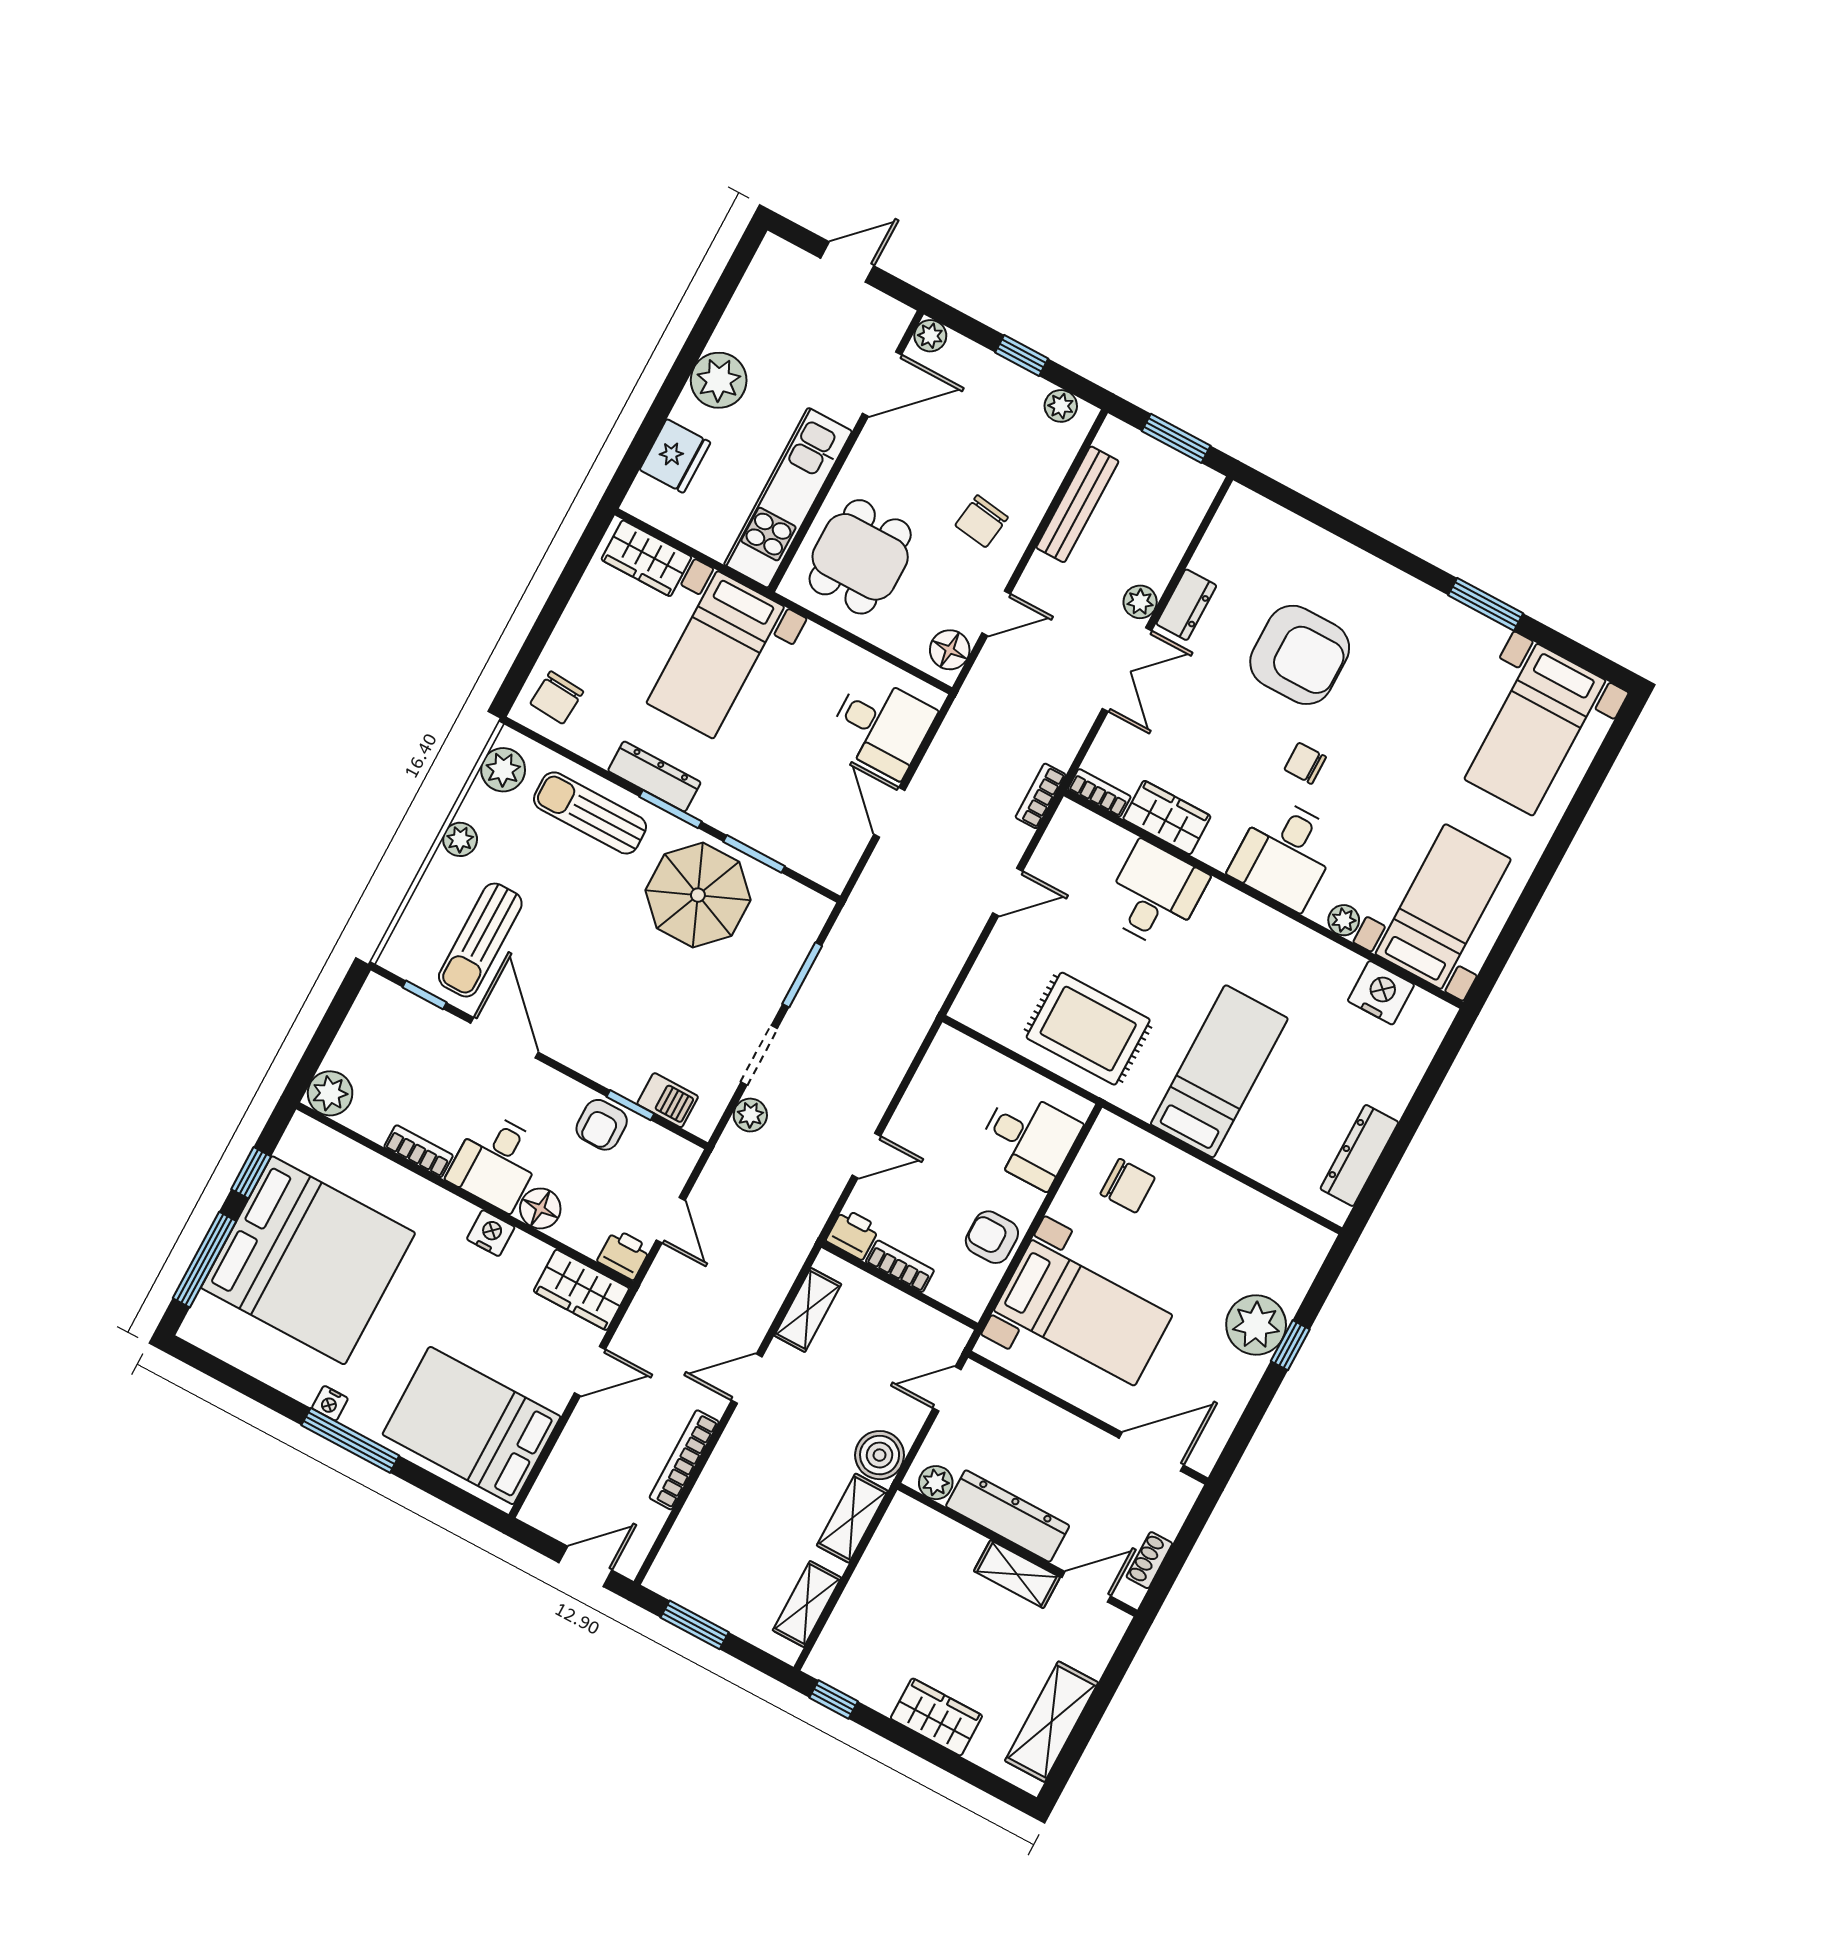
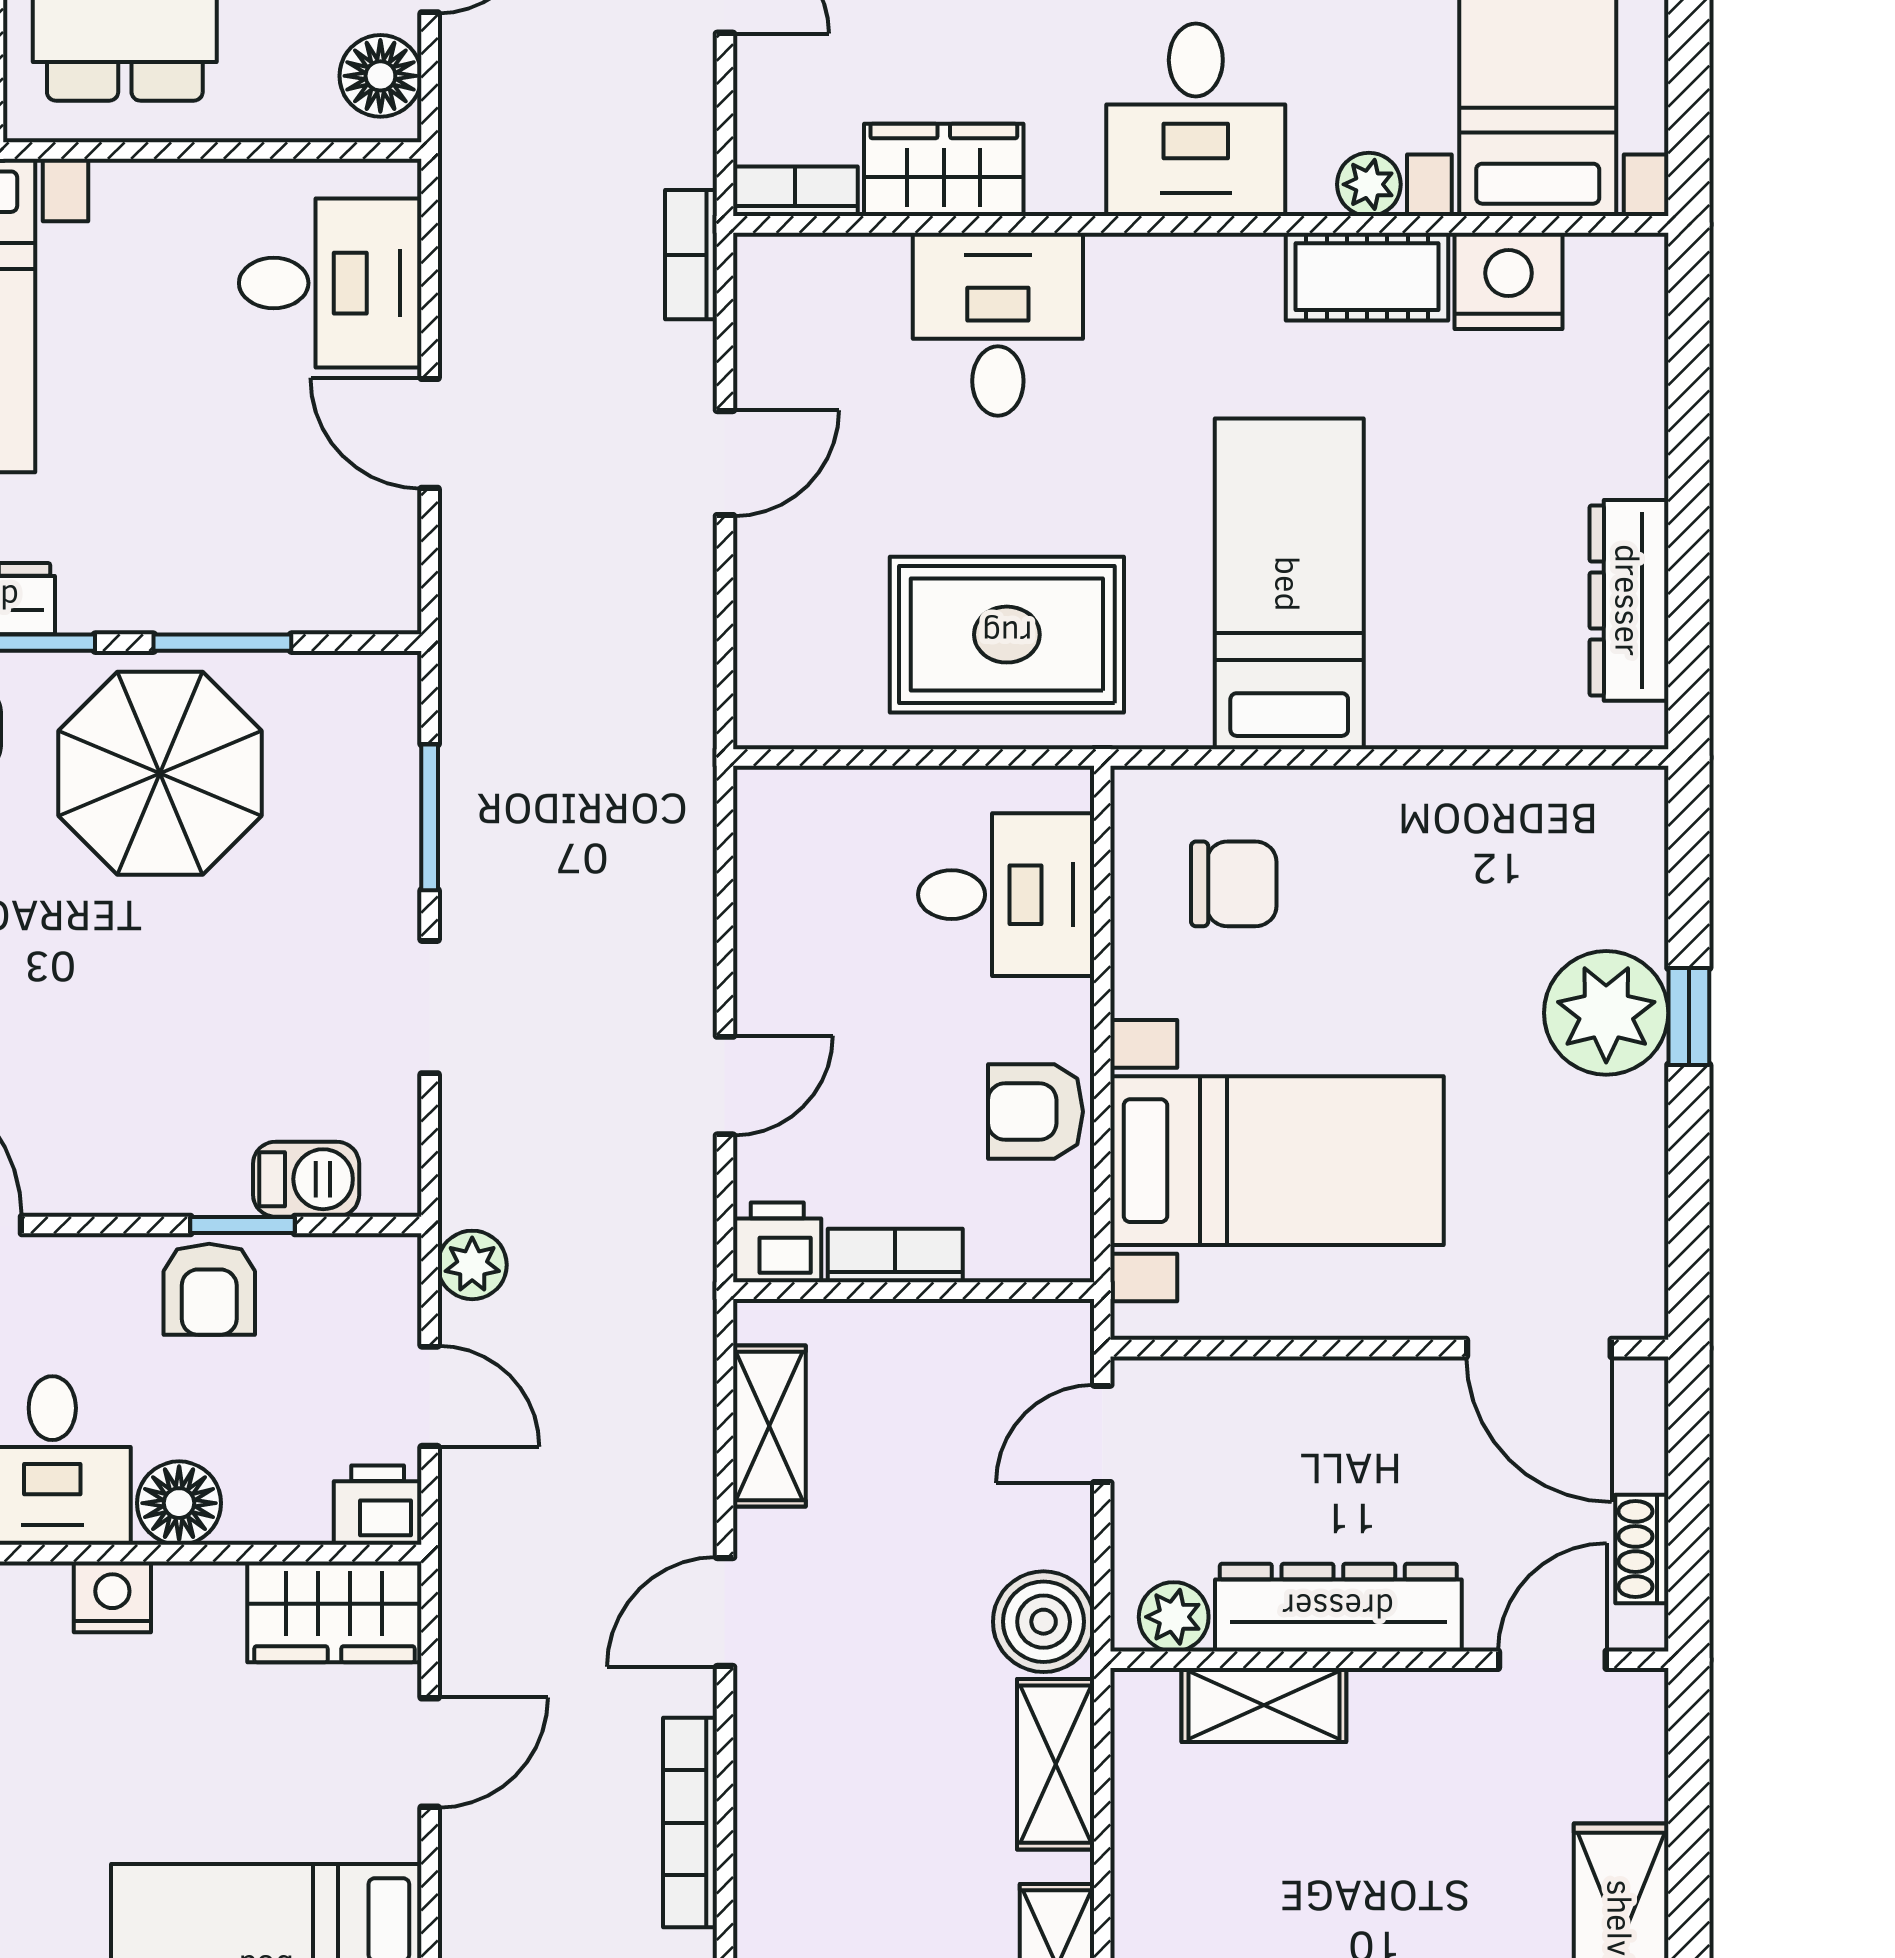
cot: (1322, 959) -> (1367, 277), added
plant: (750, 1115) -> (472, 1265), moved
door: (1151, 1452) -> (1539, 1348), swing flipped
shelving: (1017, 1574) -> (1264, 1705), moved

